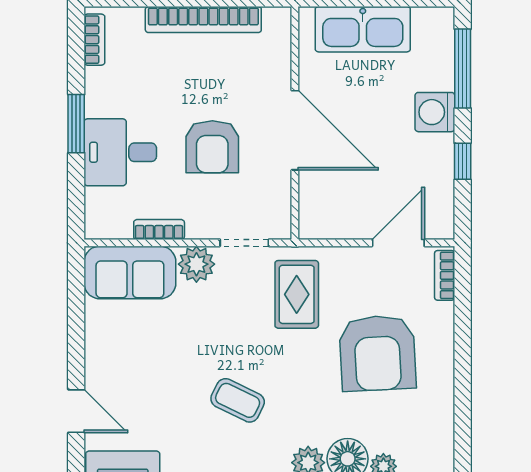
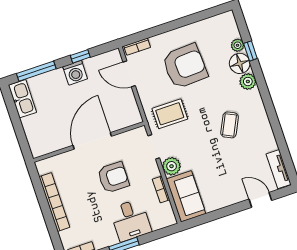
kitchen sink: (363, 29) -> (22, 99), moved, width x0.73, depth x0.81
washing machine: (435, 112) -> (75, 73), moved
door: (76, 411) -> (260, 200), hinge flipped

